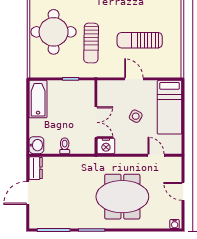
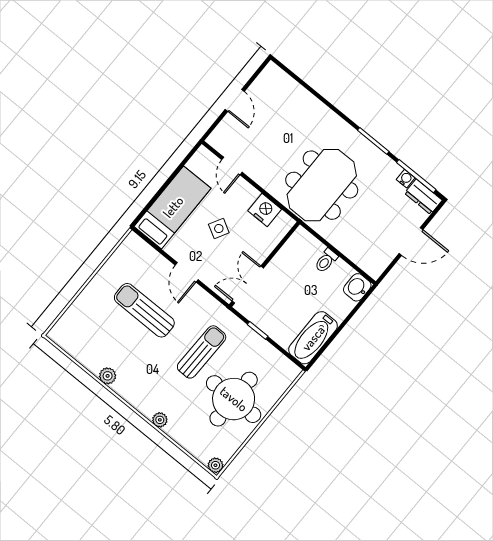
sun lounger: (140, 40) -> (144, 310), turned 180
double door: (96, 122) -> (248, 285), moved
nightstand: (106, 146) -> (265, 210), moved
dresser: (36, 168) -> (423, 197), moved, turned -90
meeting table: (122, 197) -> (322, 185), moved, turned 90
water cooler: (175, 224) -> (406, 179), moved

